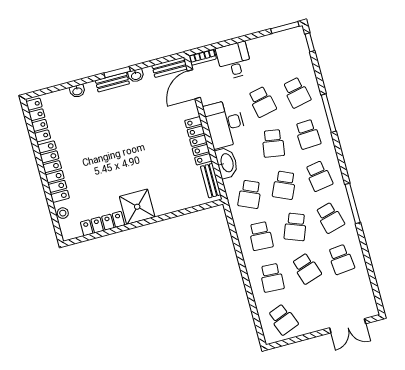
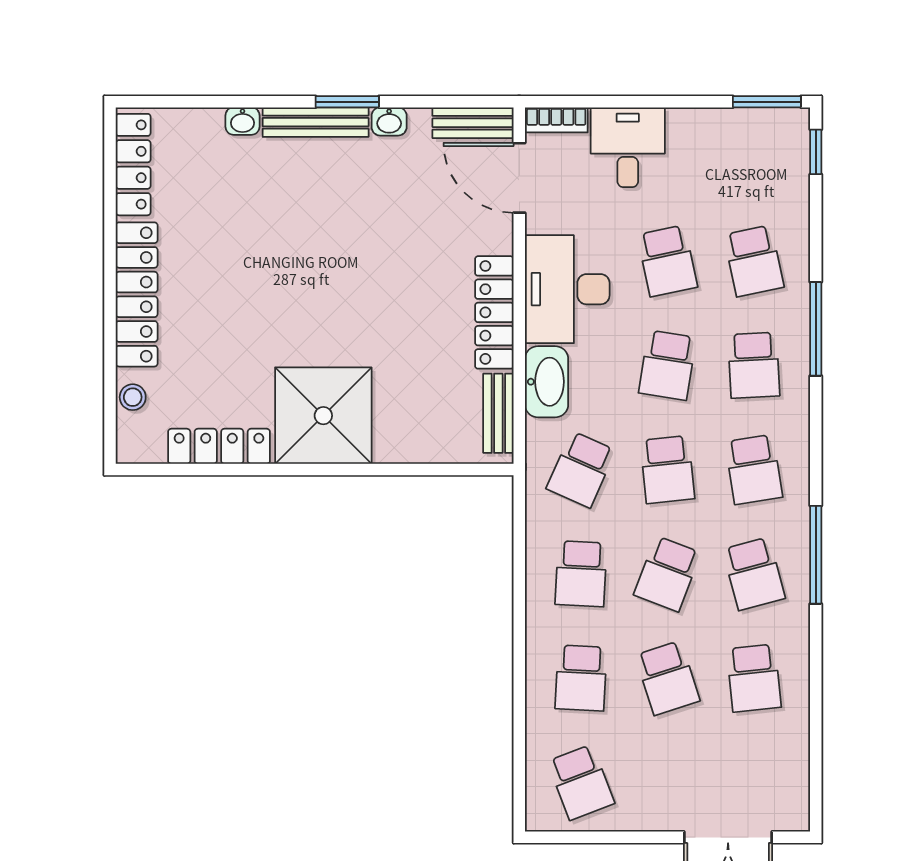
bench: (112, 82) -> (316, 122), width x1.36
door: (194, 84) -> (519, 178), hinge flipped
school desk: (284, 185) -> (667, 469), turned -30
shower: (137, 207) -> (323, 416), width x1.37, depth x1.37

